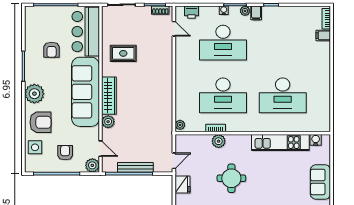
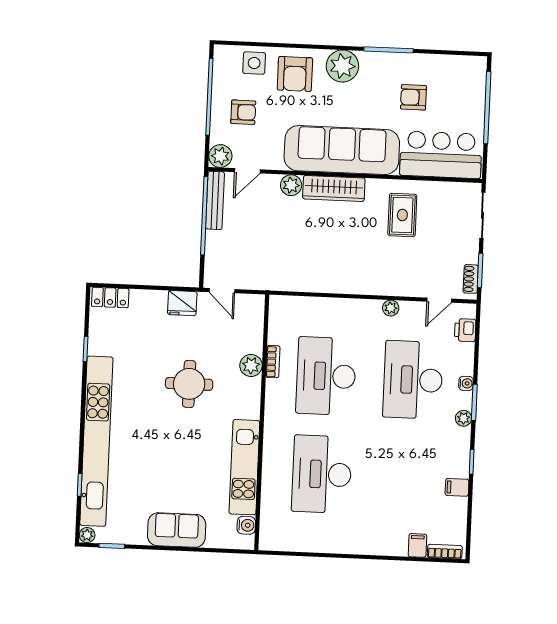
filing cabinet: (256, 13) -> (457, 487), moved
plant: (180, 125) -> (391, 308), moved
bench: (135, 167) -> (215, 200), moved

